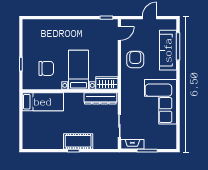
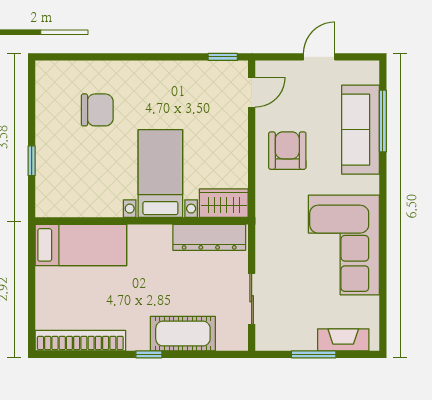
chair: (46, 68) -> (97, 110), moved
cot: (78, 141) -> (183, 334), moved
bookcase: (43, 144) -> (80, 341), added
fireplace: (132, 144) -> (343, 340), moved

